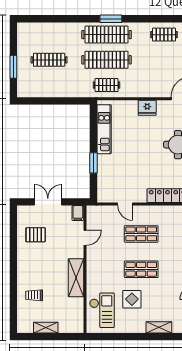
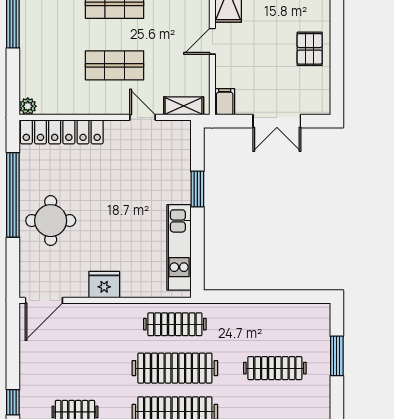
clothes rail: (107, 85) -> (175, 324), width x1.36
shelving: (101, 211) -> (184, 106), added
pallet: (36, 235) -> (310, 49), moved, turned 90
door: (85, 238) -> (212, 41), moved

